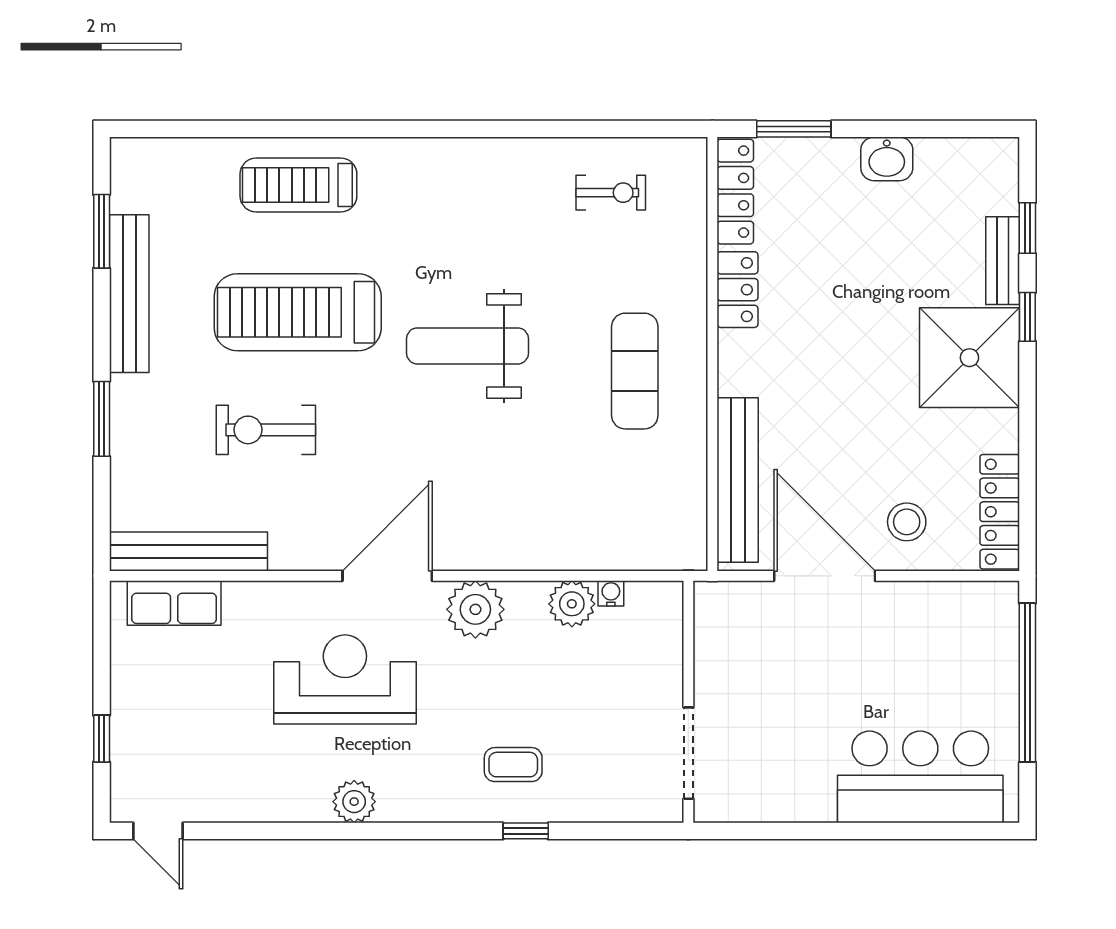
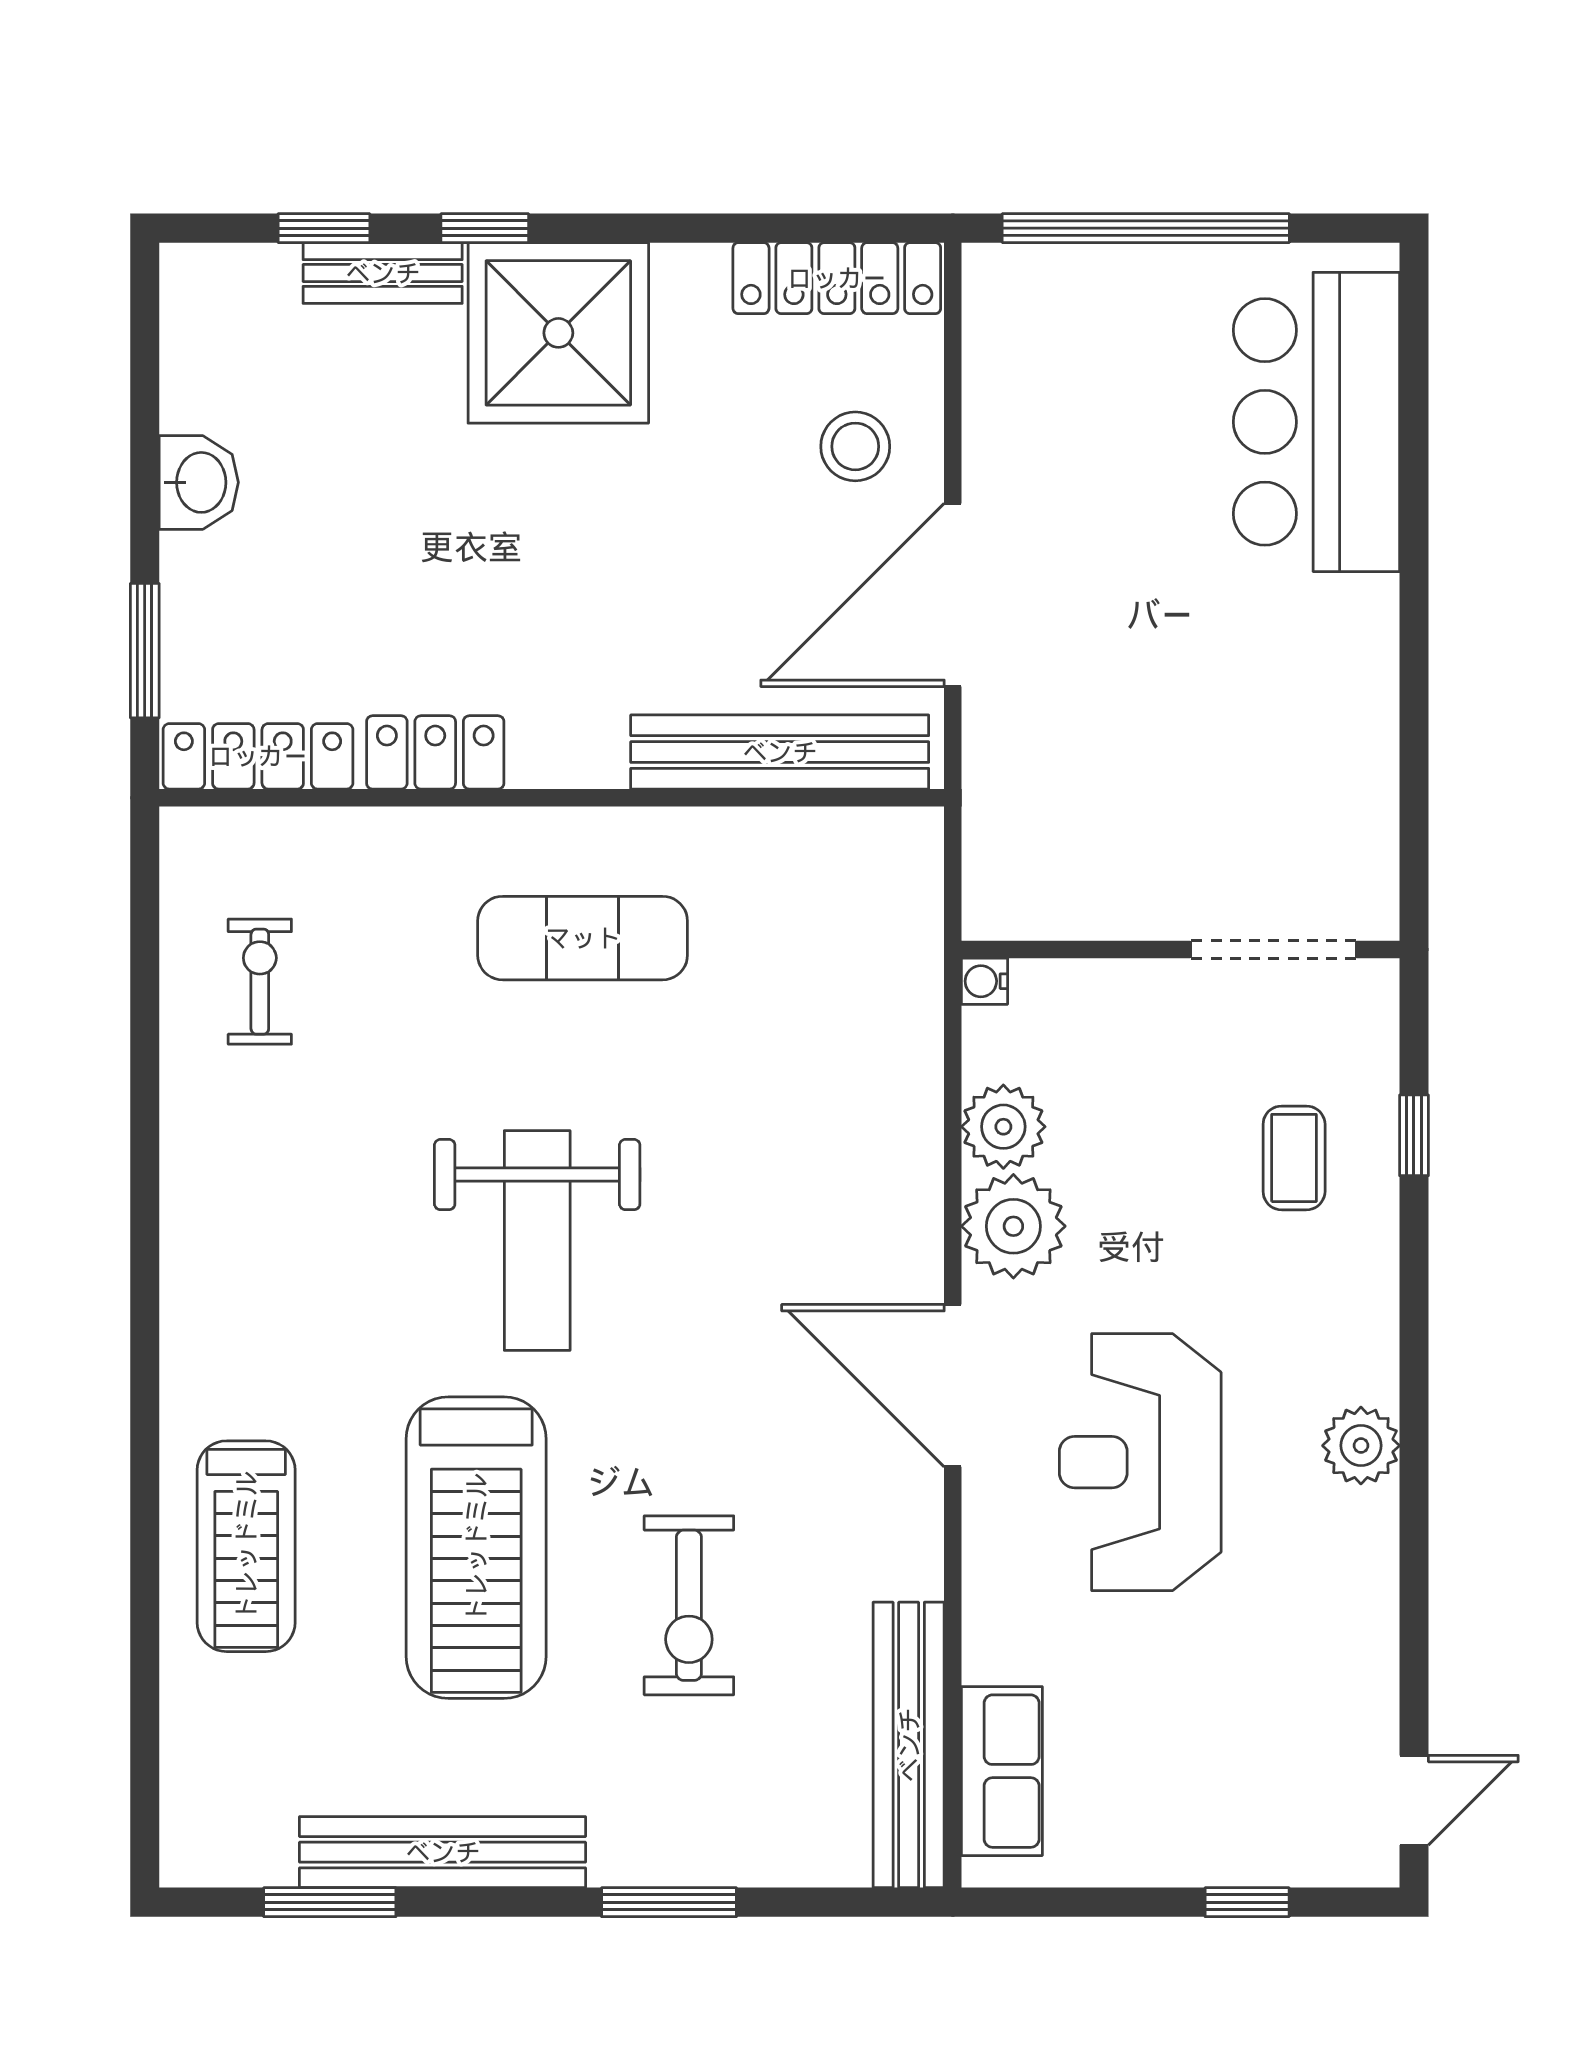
plant: (572, 604) -> (1003, 1127), moved
wall: (688, 702) -> (1181, 950), moved
doorway: (688, 753) -> (1273, 950), moved

